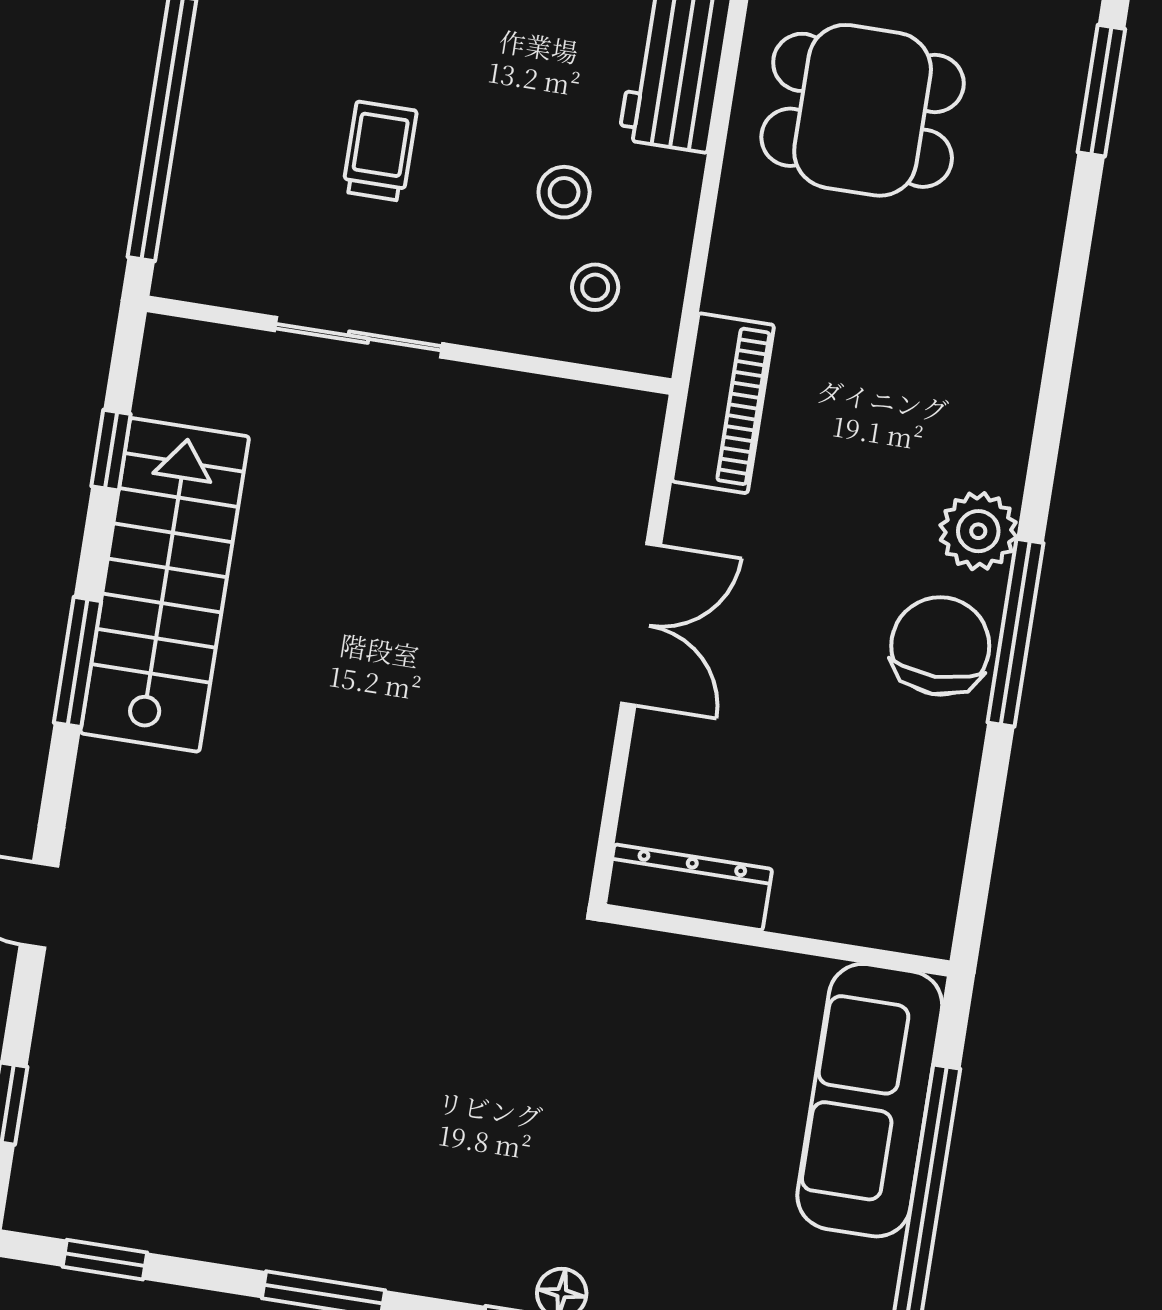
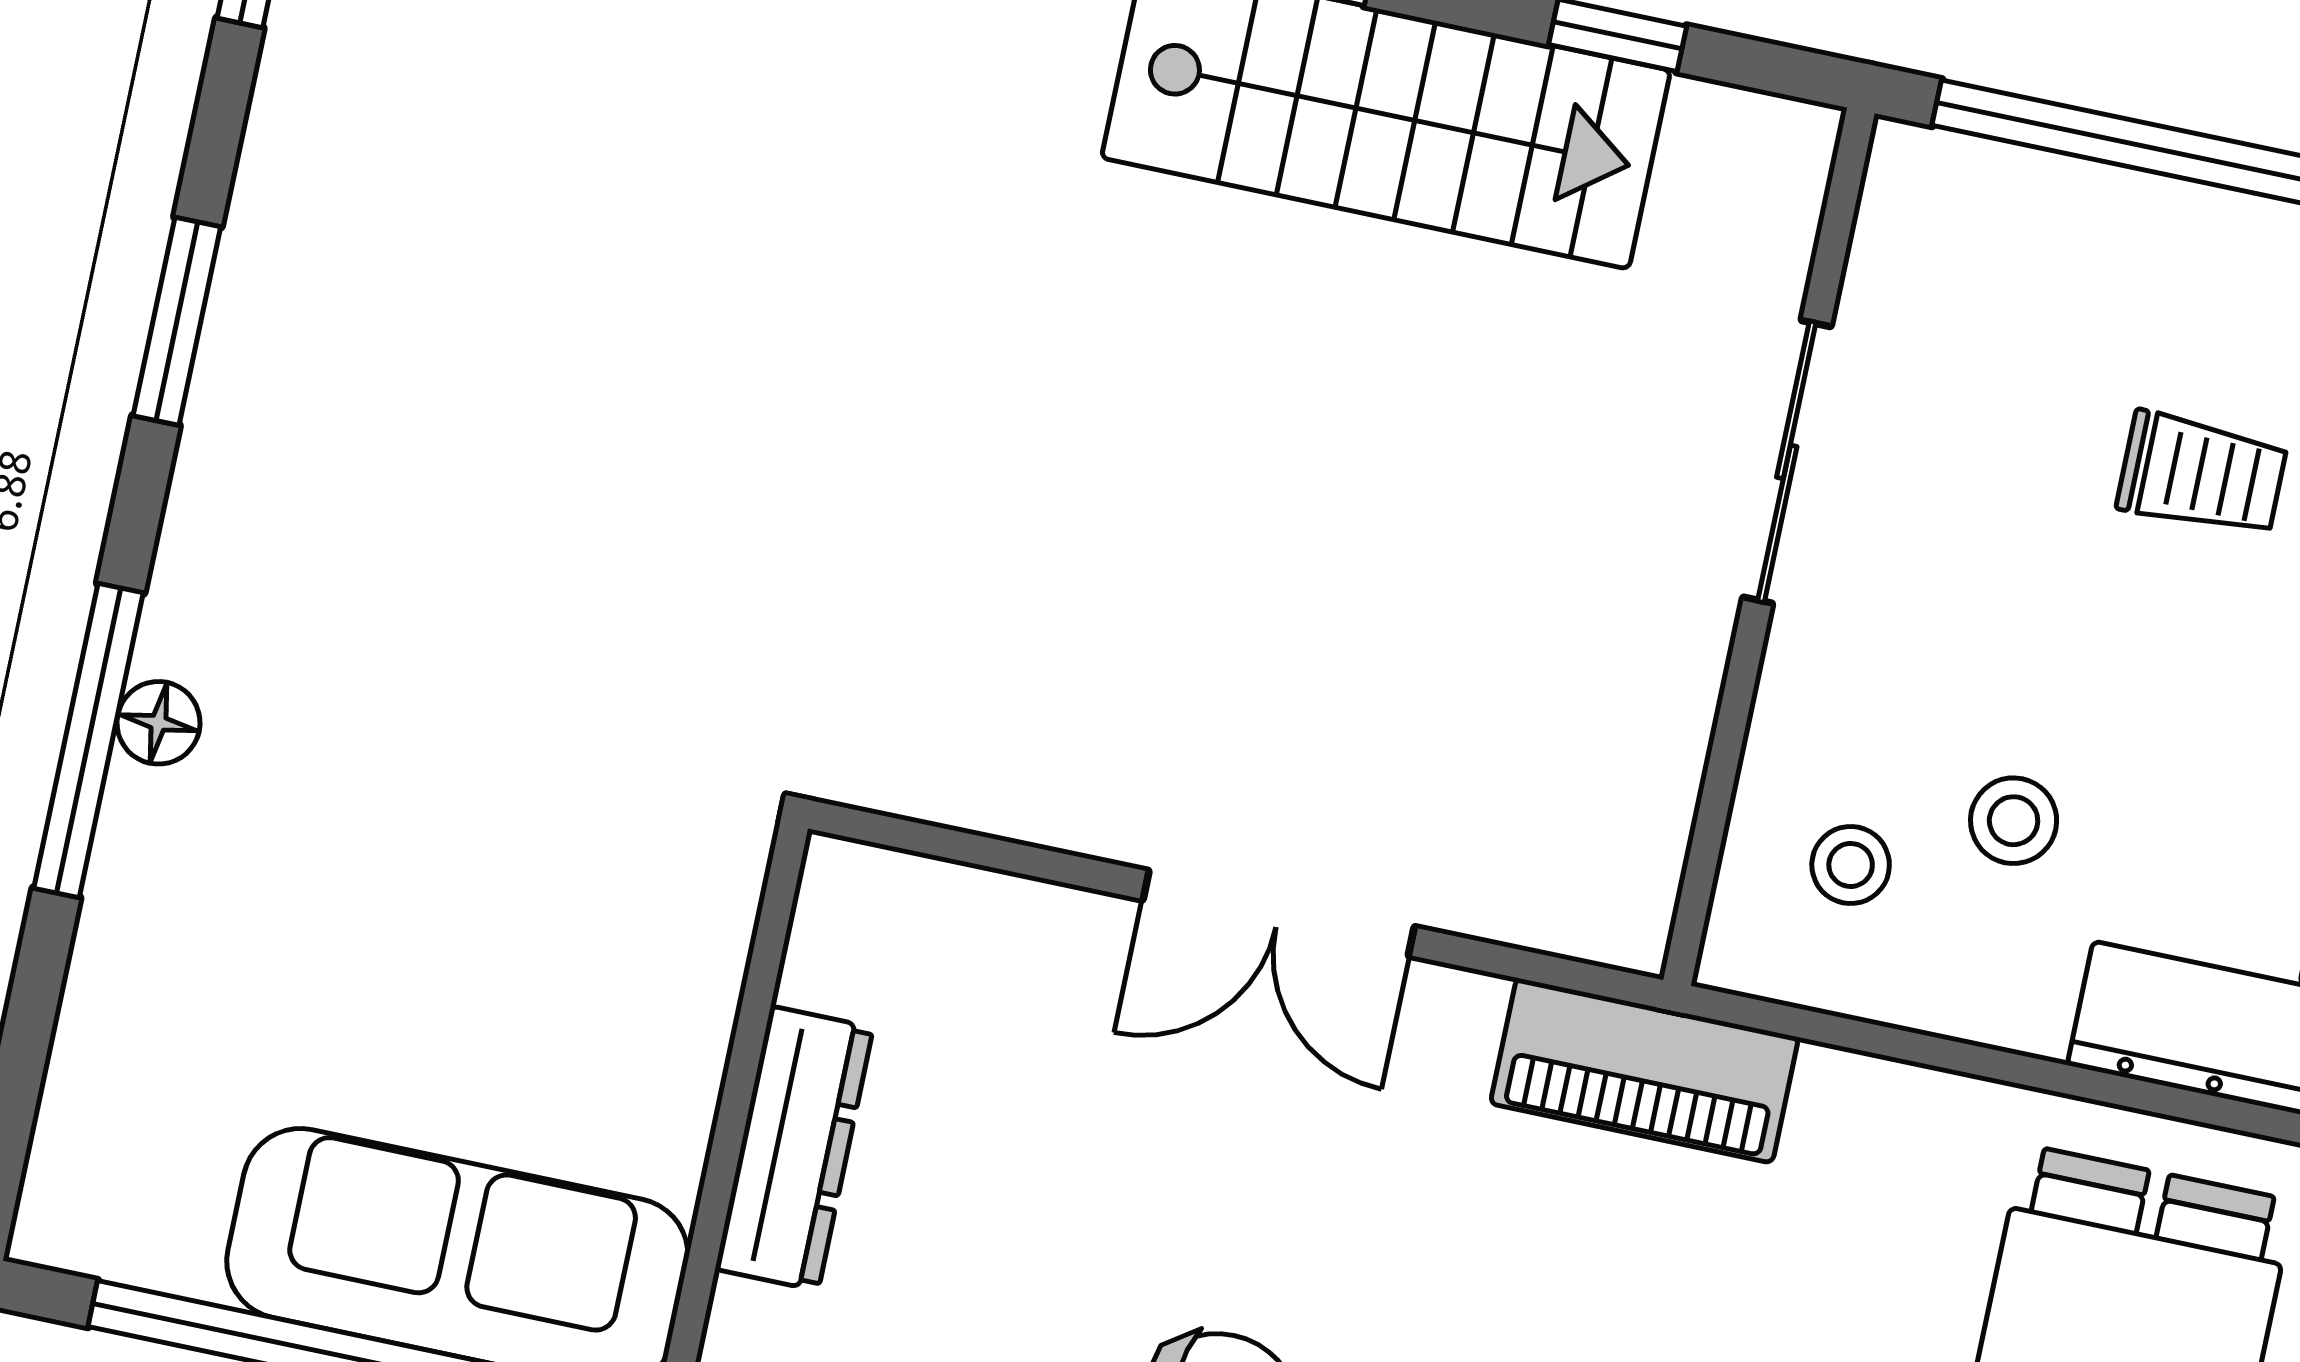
trolley: (380, 151) -> (2202, 474), moved
dresser: (688, 887) -> (794, 1148), moved

